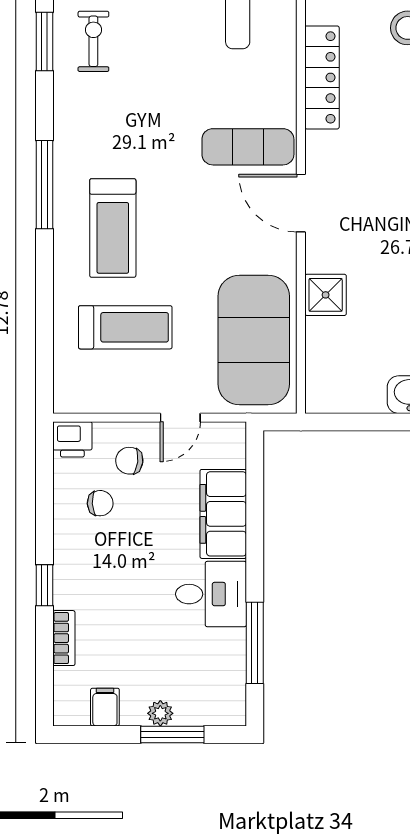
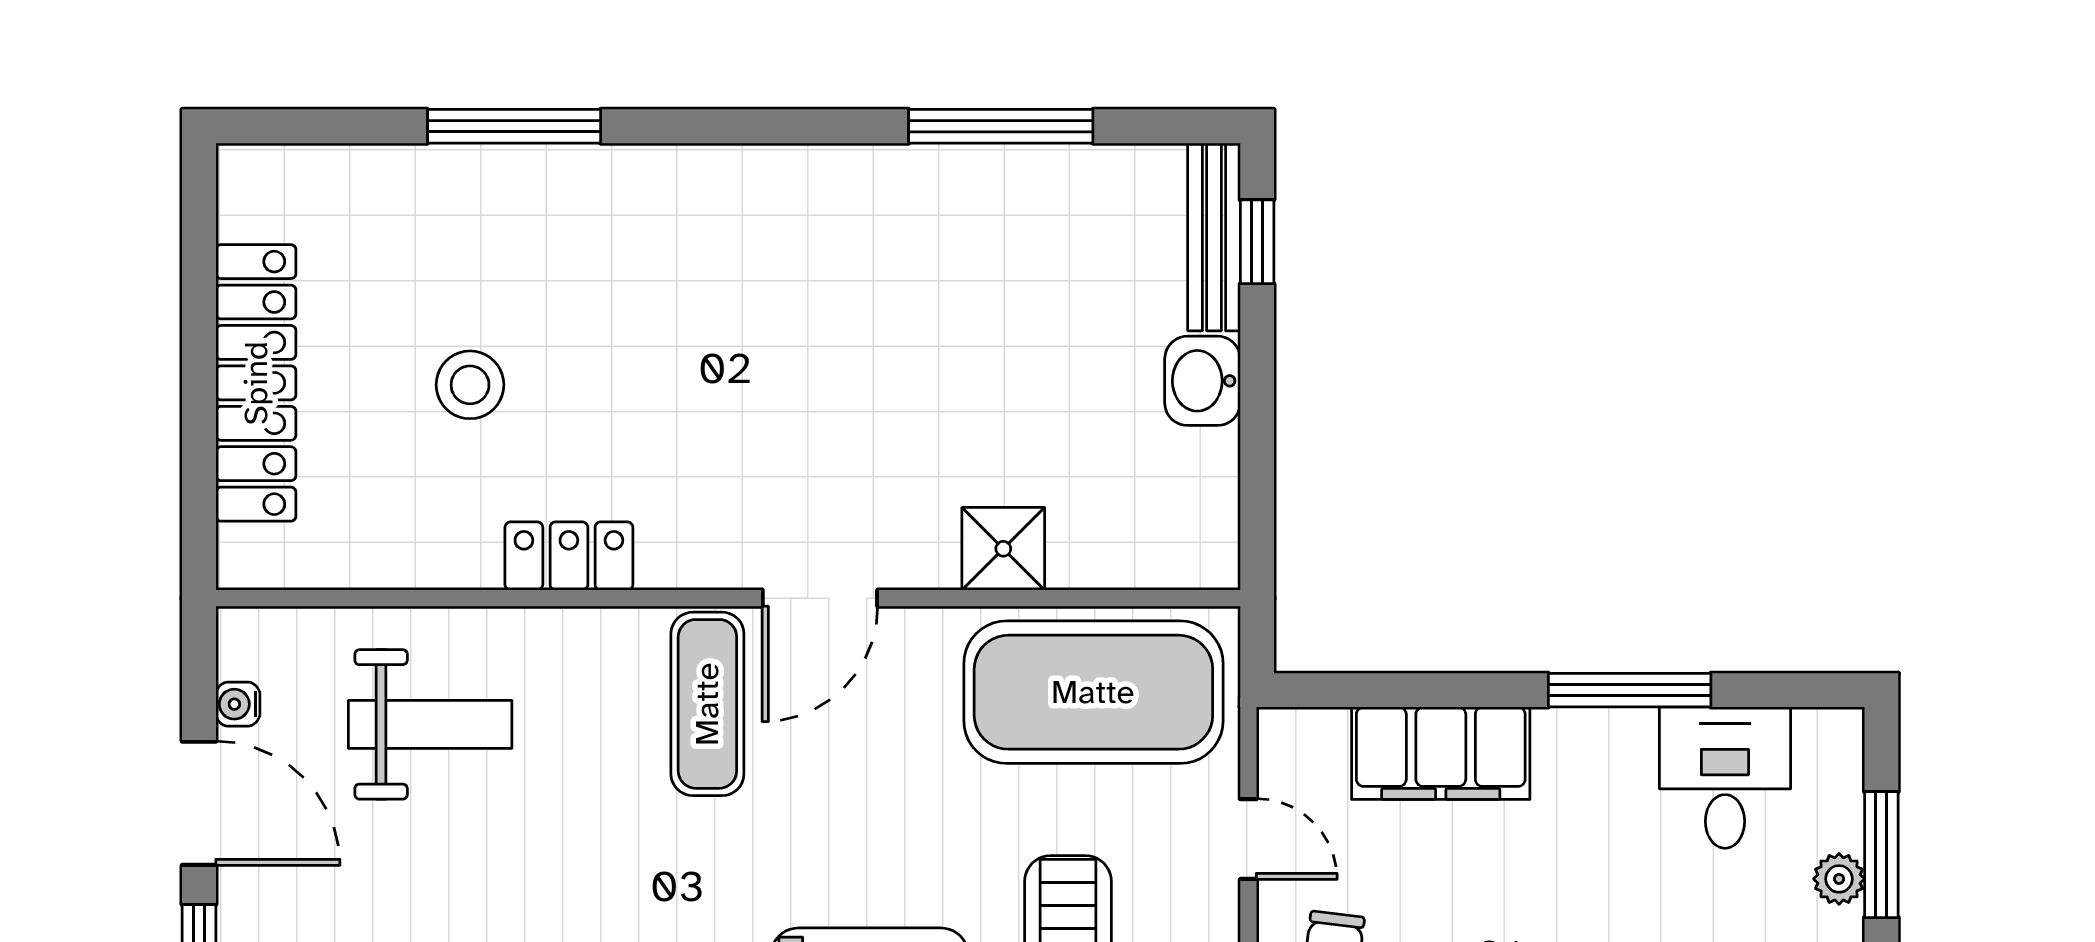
locker: (322, 77) -> (569, 556), width x0.66
desk: (211, 594) -> (1725, 778), moved
window: (255, 643) -> (1630, 690), moved

